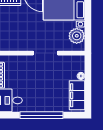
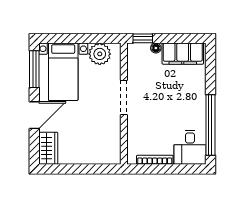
window: (88, 67) -> (143, 38), added
window: (42, 115) -> (210, 125), moved

